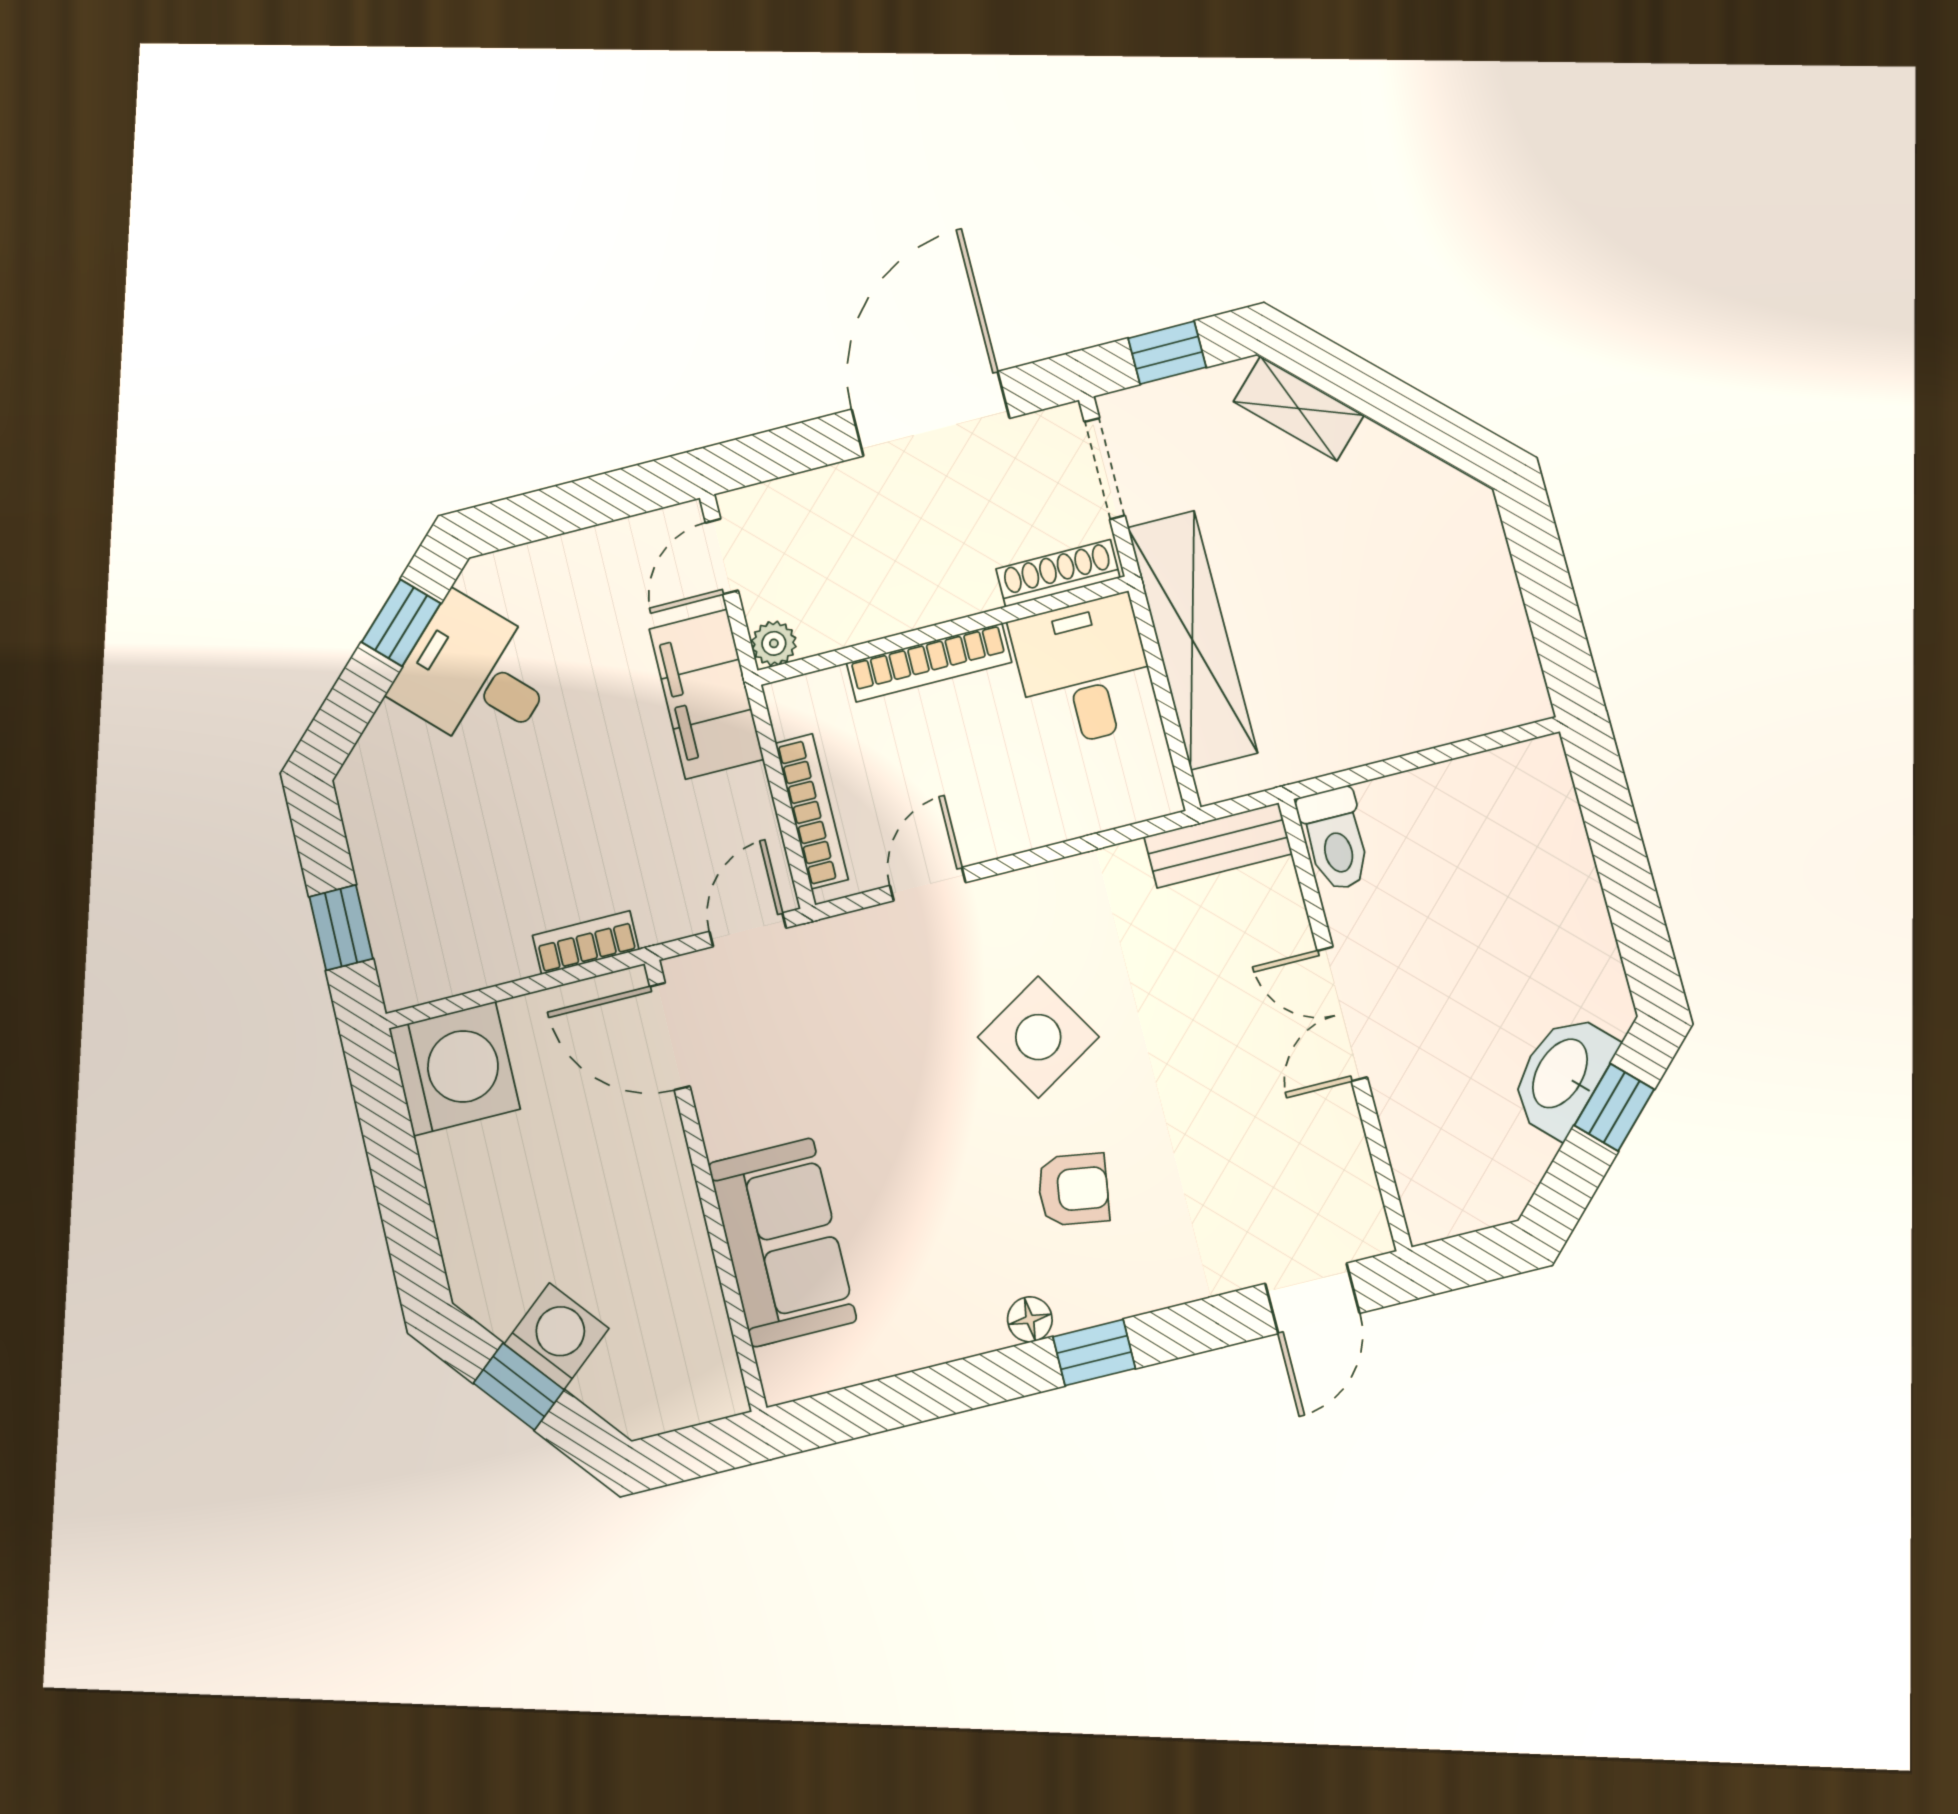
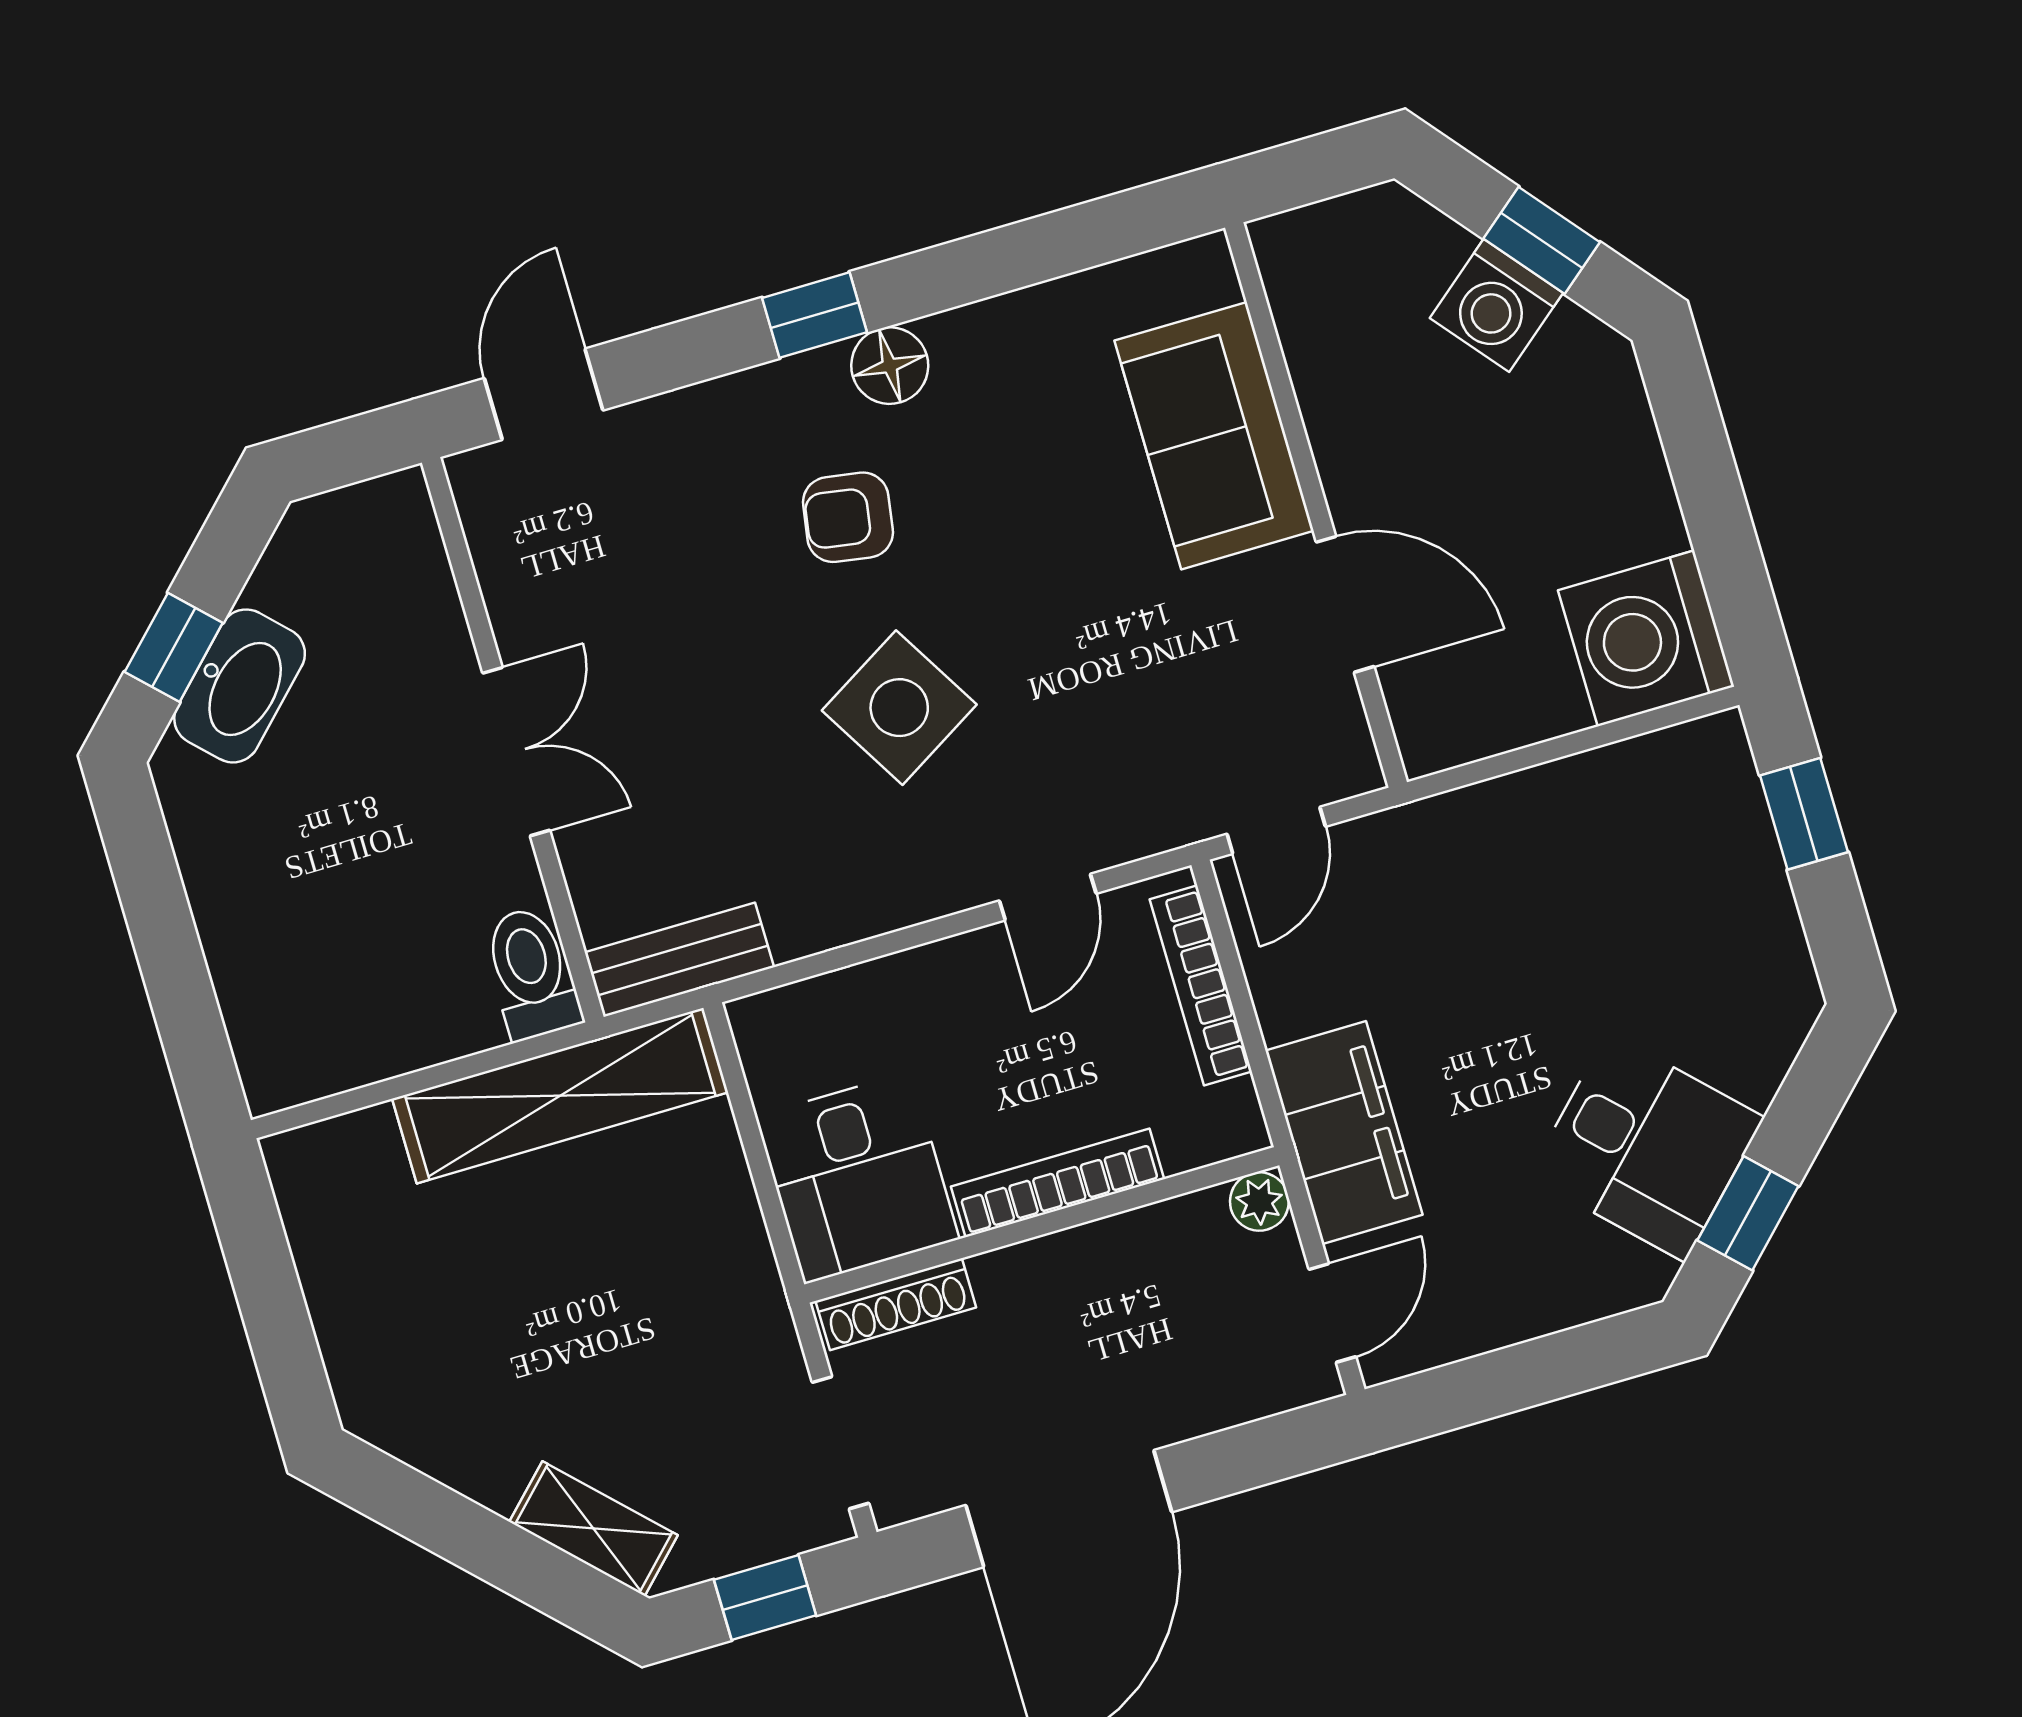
shelving: (1192, 640) -> (560, 1096), moved, turned 90
bookcase: (586, 943) -> (1485, 806), removed
door: (670, 1036) -> (1345, 604), moved
floor lamp: (1030, 1319) -> (890, 366), width x1.37, depth x1.37

